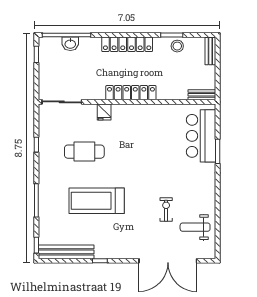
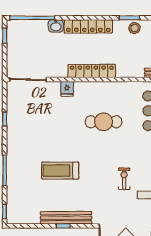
washbasin: (70, 44) -> (56, 26), moved
cafe table: (84, 152) -> (104, 122), moved
treadmill: (97, 201) -> (60, 171), width x0.73, depth x0.73
bench: (66, 252) -> (66, 218), moved

